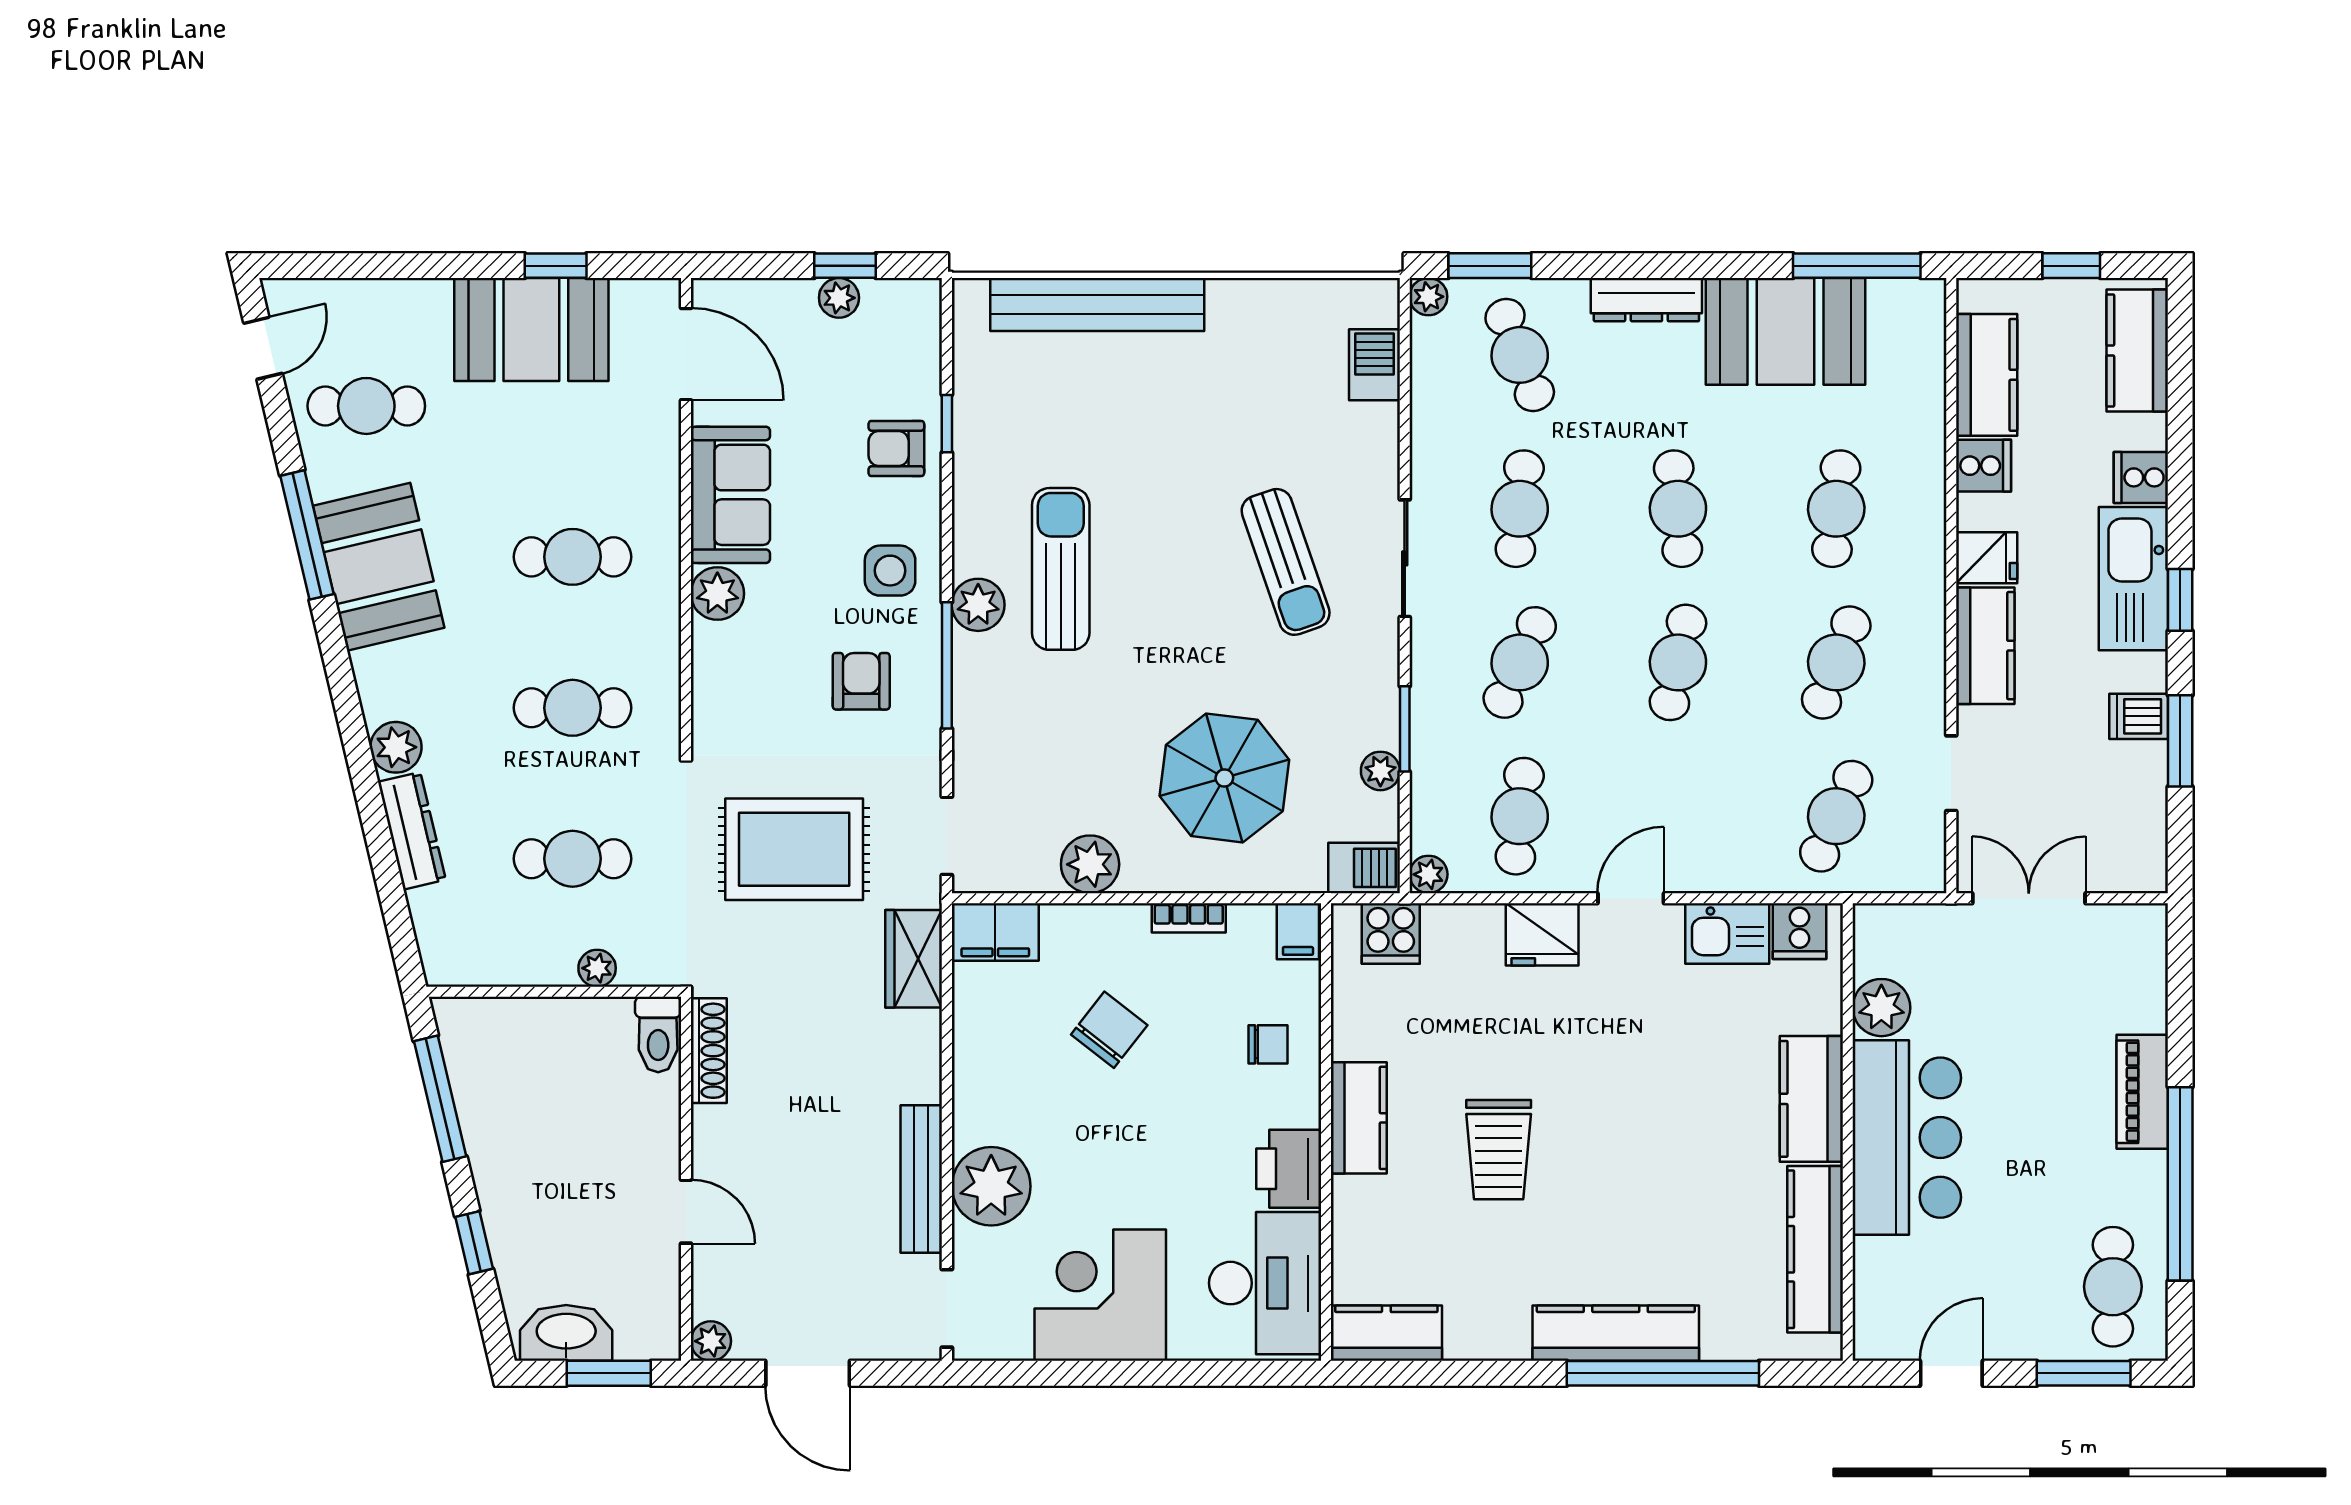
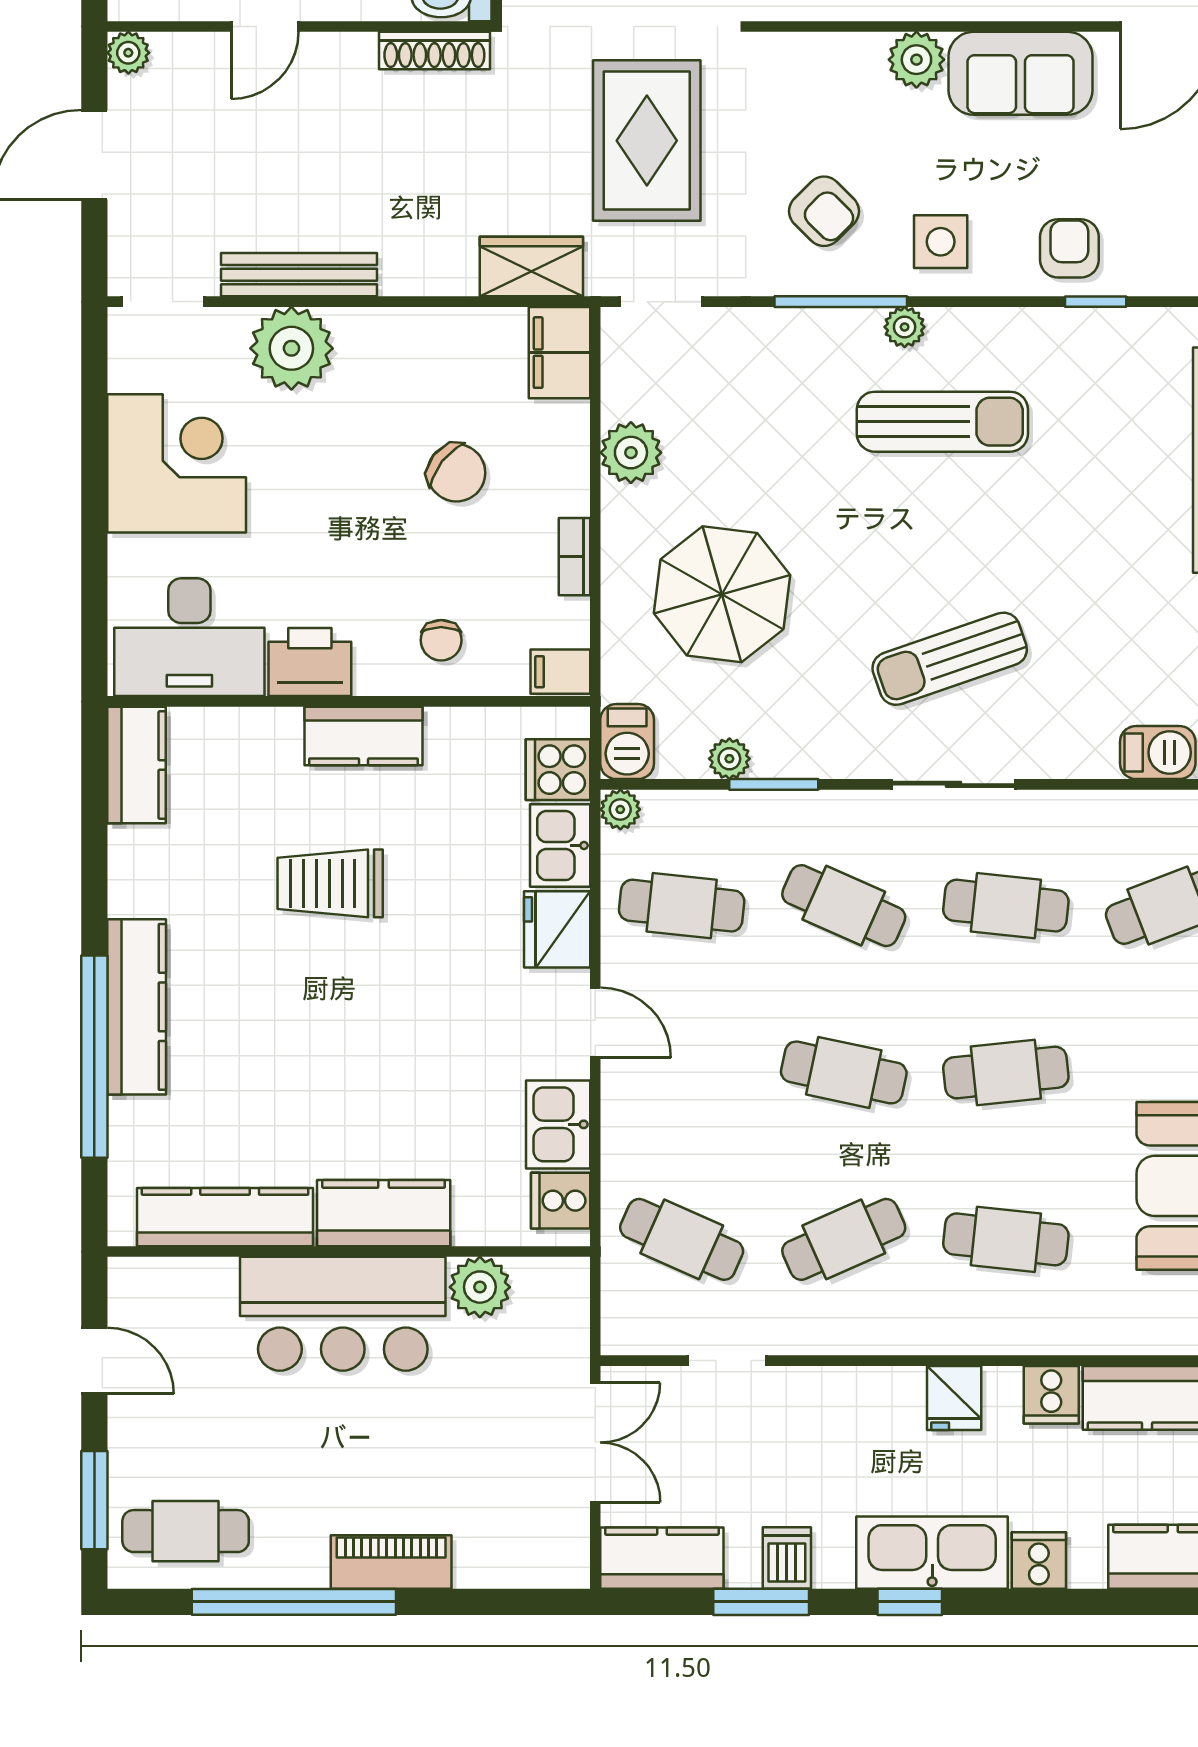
plant: (978, 605) -> (905, 327), width x0.73, depth x0.73
kitchen counter: (1985, 646) -> (662, 1558), moved, turned 180
cafe table: (1836, 662) -> (844, 1239), turned -45
armchair: (861, 681) -> (824, 211), turned 45
kitchen sink: (1463, 932) -> (560, 846), added

